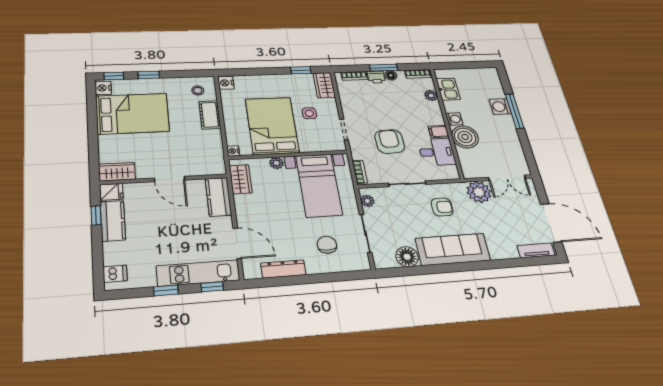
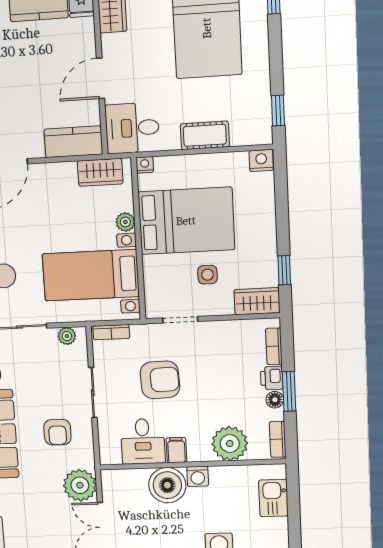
window: (149, 75) -> (278, 111), moved
kitchen sink: (448, 89) -> (273, 498), moved, turned 90
stool: (198, 90) -> (247, 120), removed
plant: (431, 95) -> (230, 444), width x1.88, depth x1.88
desk: (206, 159) -> (132, 128), added

